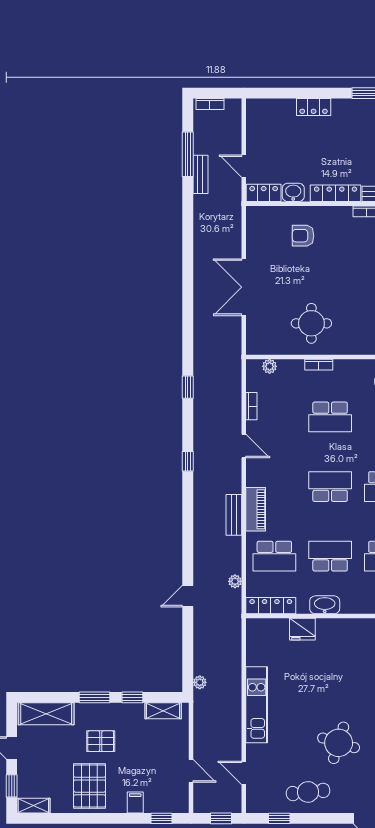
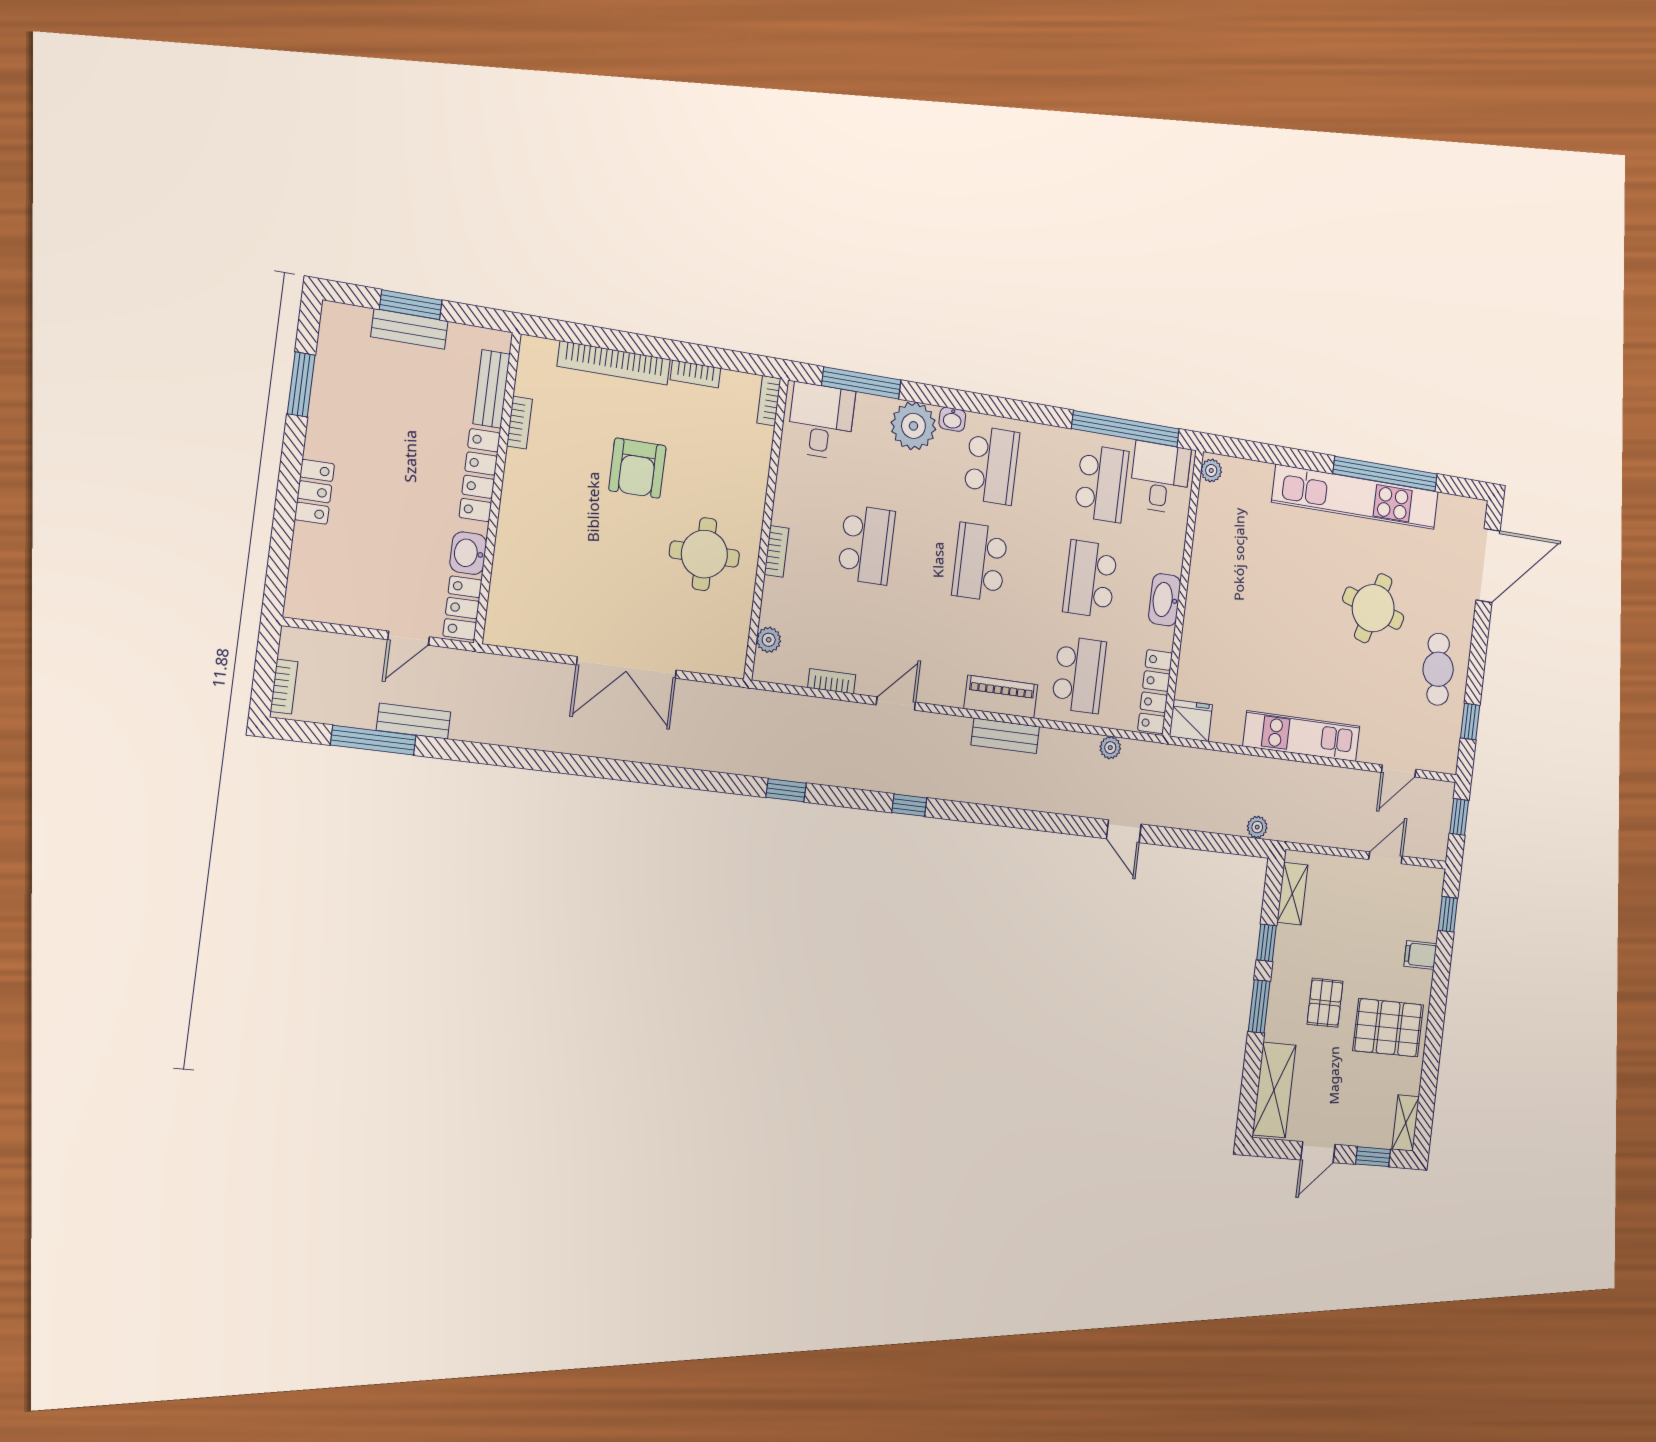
armchair: (303, 236) -> (637, 468), moved, width x1.38, depth x1.38
fridge: (302, 629) -> (1191, 721), moved, turned -90

